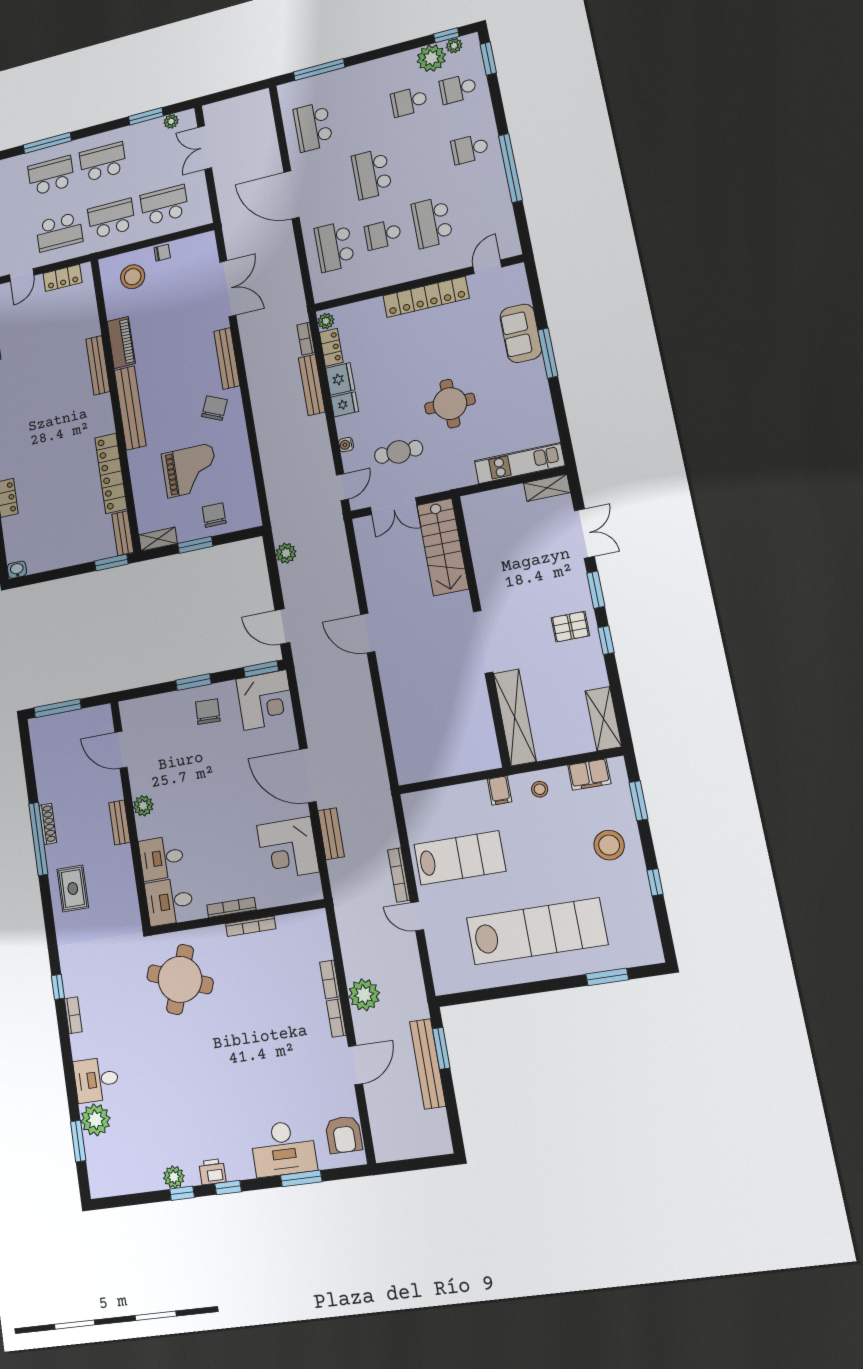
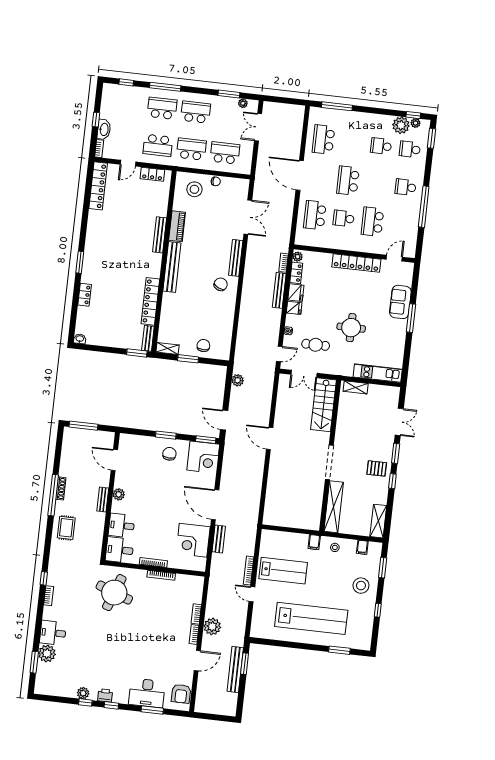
grand piano: (190, 470) -> (197, 315), removed
shelving: (547, 488) -> (356, 387), moved
filing cabinet: (589, 774) -> (362, 547), width x0.50

